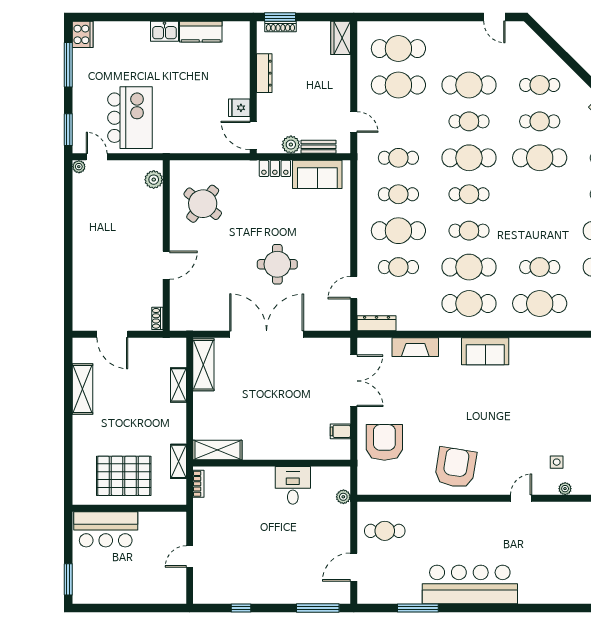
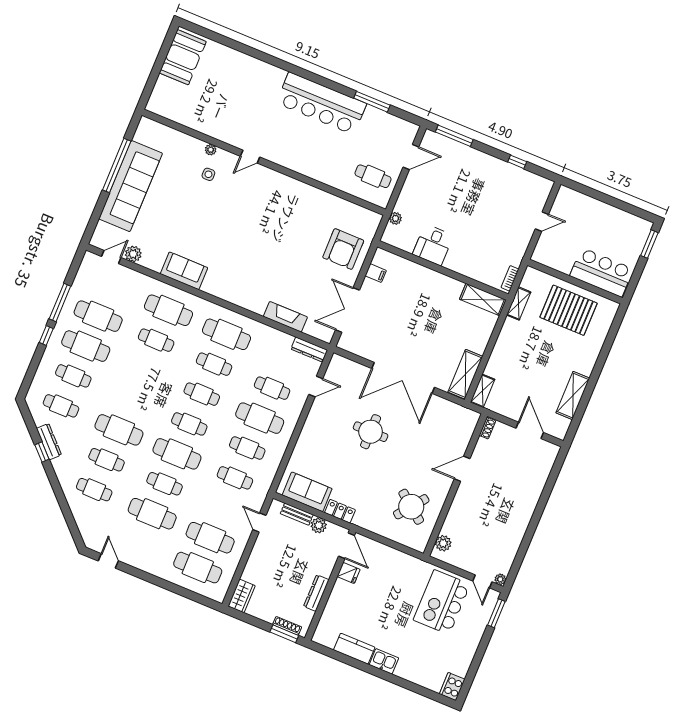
window: (68, 65) -> (474, 667), removed
cafe table: (469, 267) -> (214, 364), width x0.73, depth x0.74
sofa: (485, 351) -> (184, 271), moved
shelving: (178, 385) -> (483, 391), moved
armchair: (456, 468) -> (293, 204), removed

